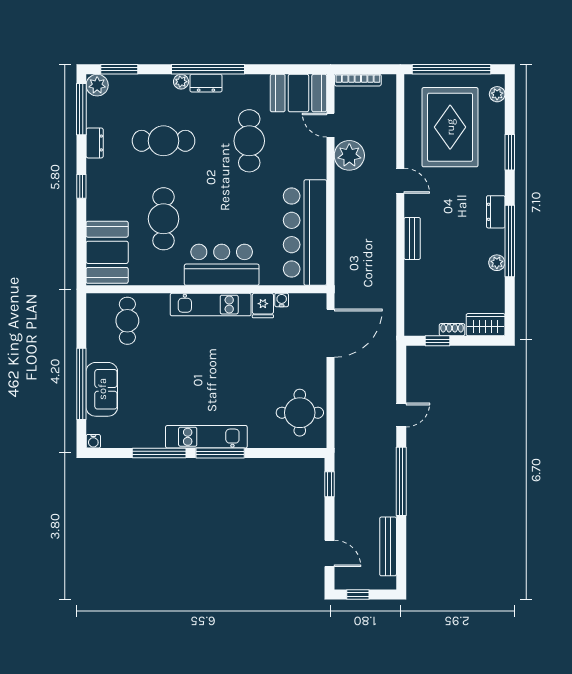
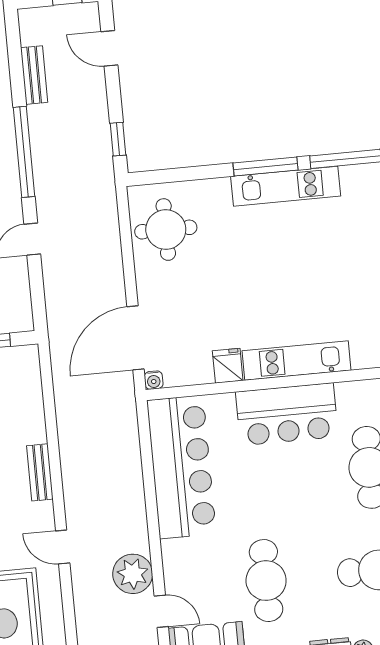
water cooler: (282, 300) -> (154, 380), moved
bench: (388, 546) -> (34, 75), width x0.73

